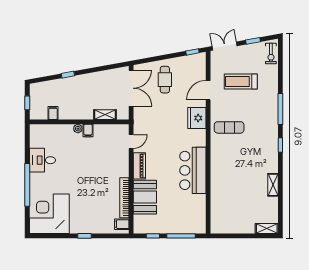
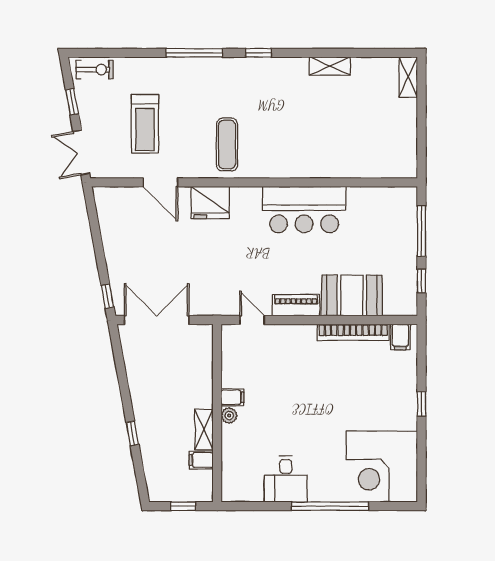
window: (192, 52) -> (107, 296), moved
cafe table: (165, 80) -> (141, 260), removed
shelving: (105, 115) -> (204, 430), moved

